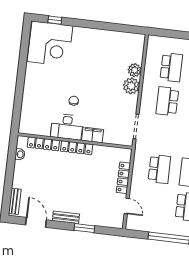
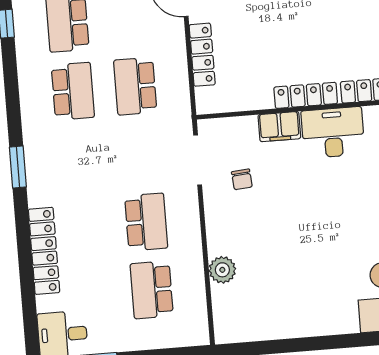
plant: (131, 86) -> (223, 238), removed
chair: (74, 101) -> (242, 179), moved

